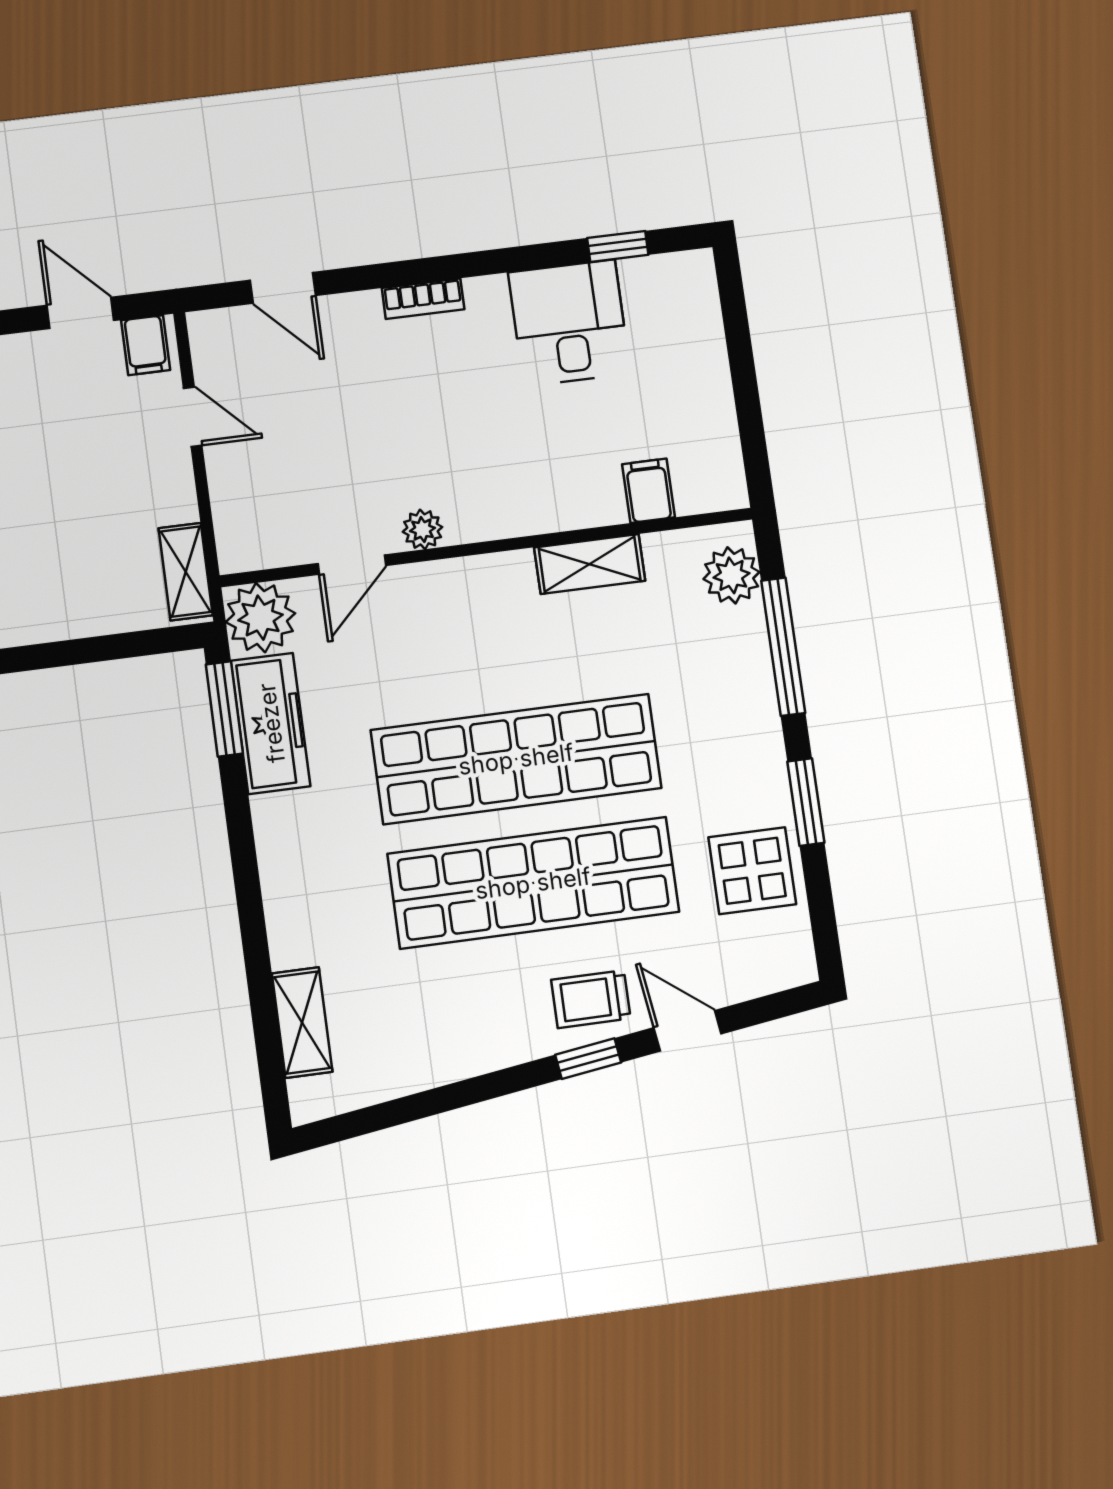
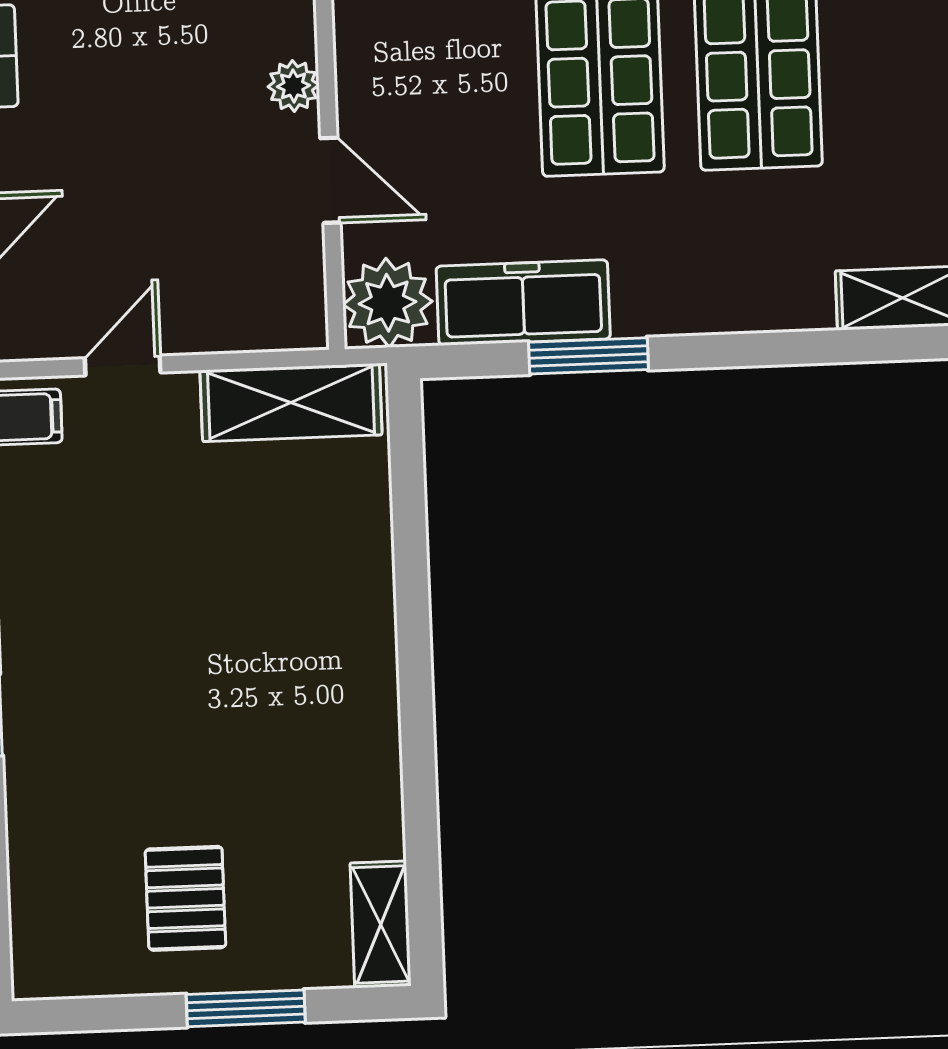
shelving: (186, 572) -> (291, 403), width x1.50, depth x1.33
window: (224, 709) -> (588, 356), moved

